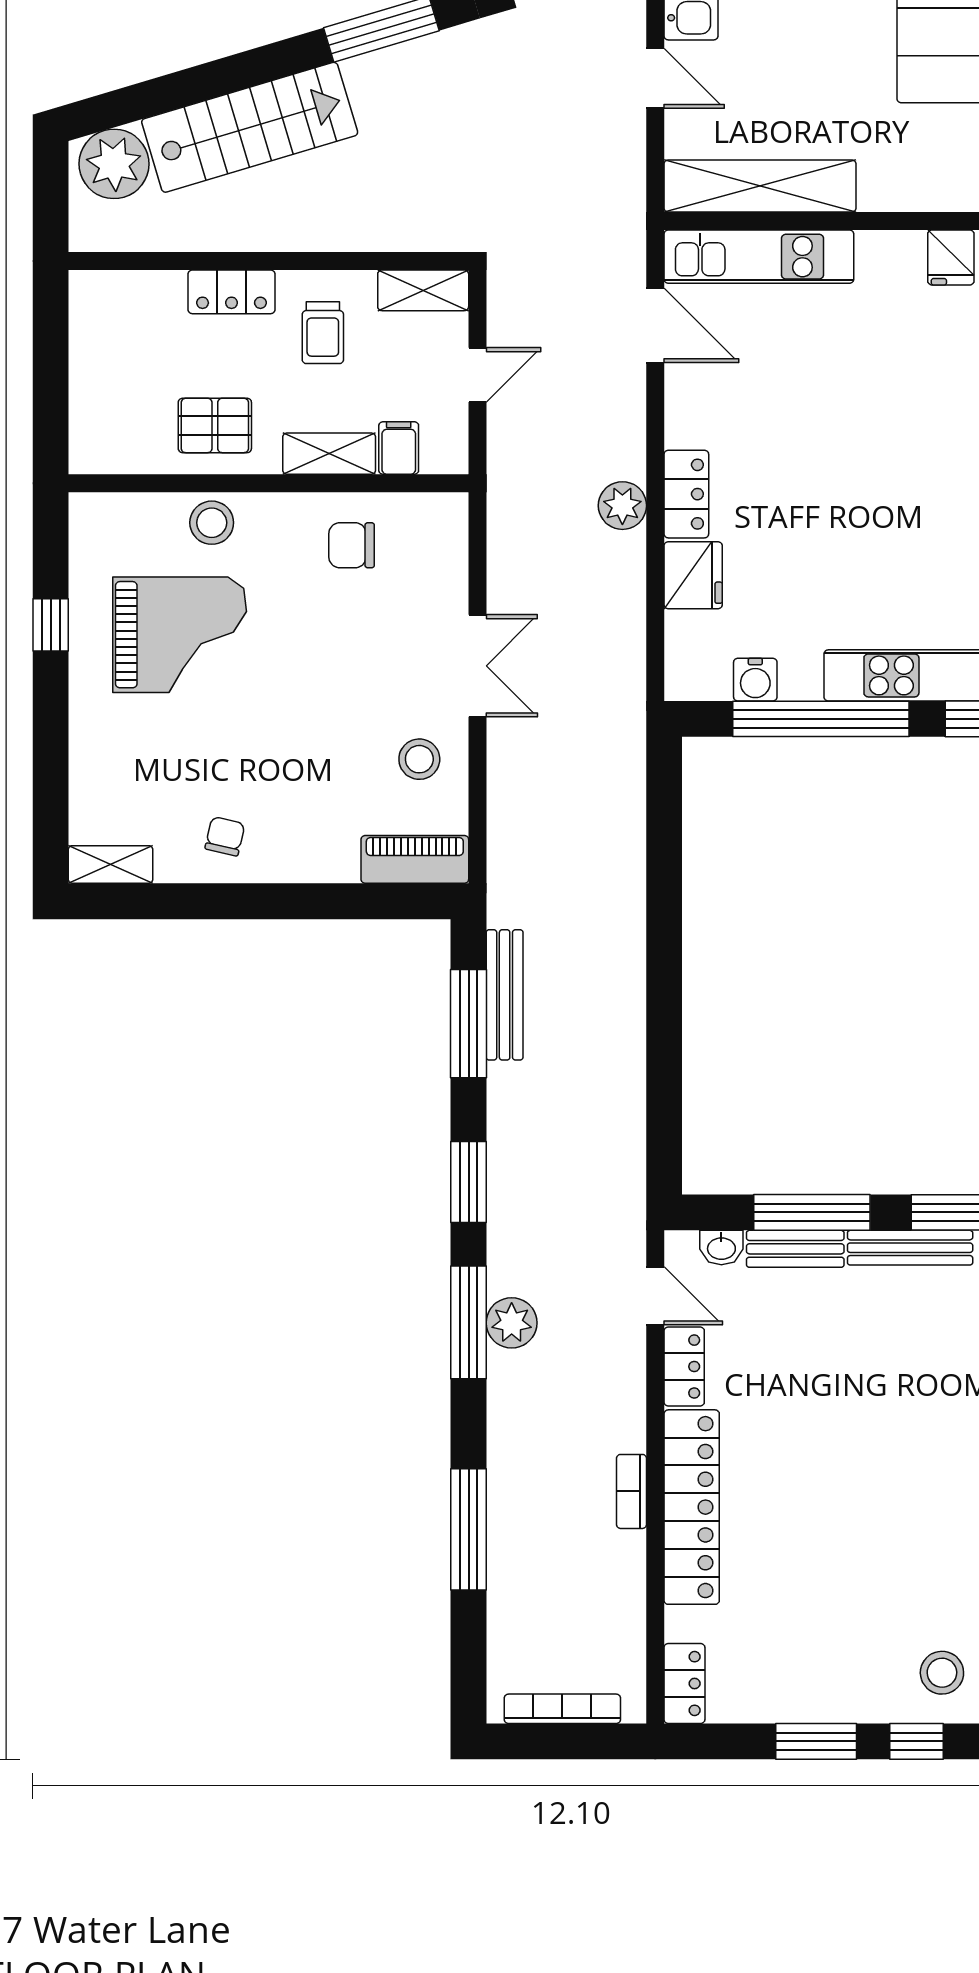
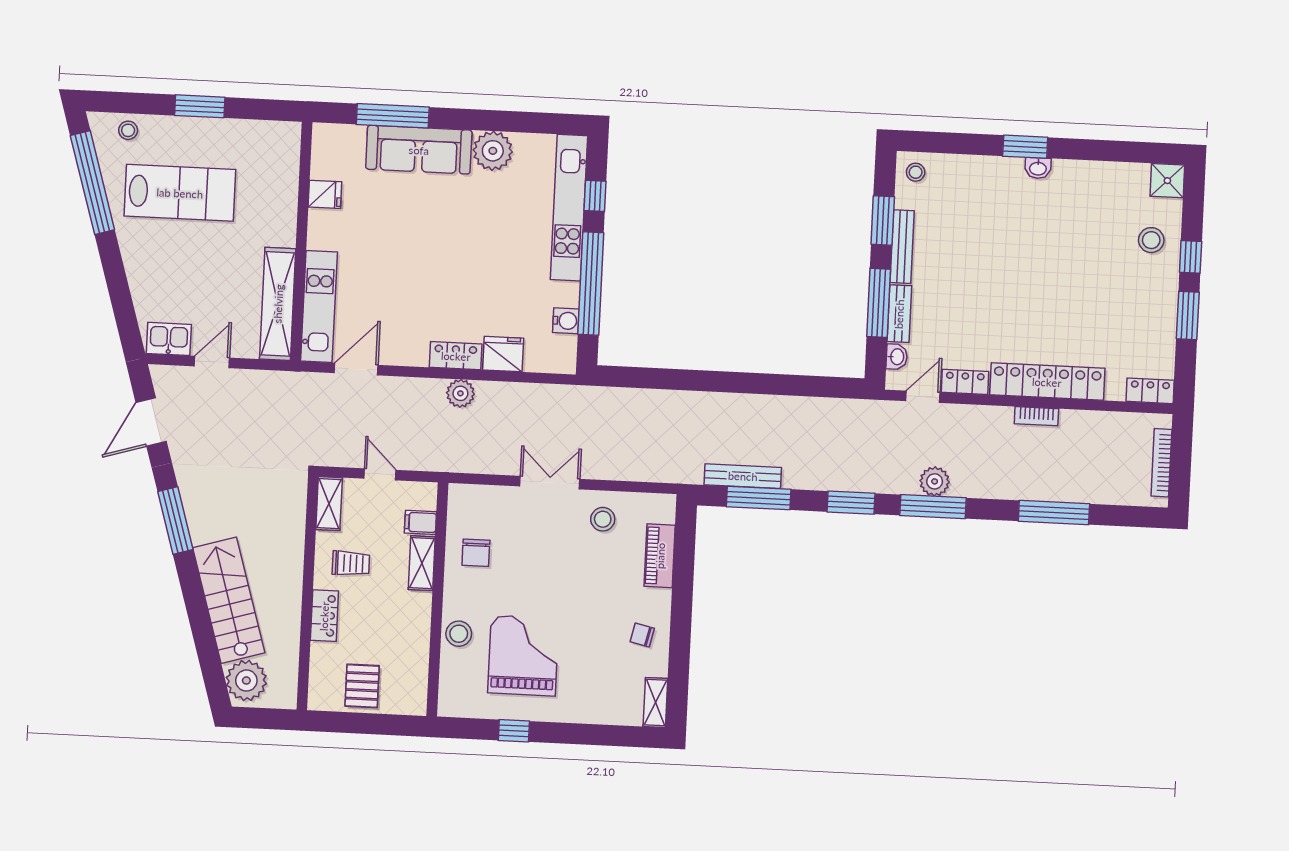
pallet: (215, 425) -> (362, 686), moved
piano: (415, 859) -> (660, 556), moved

